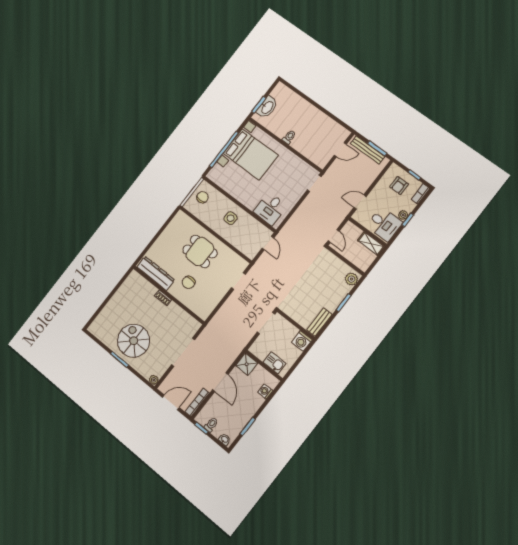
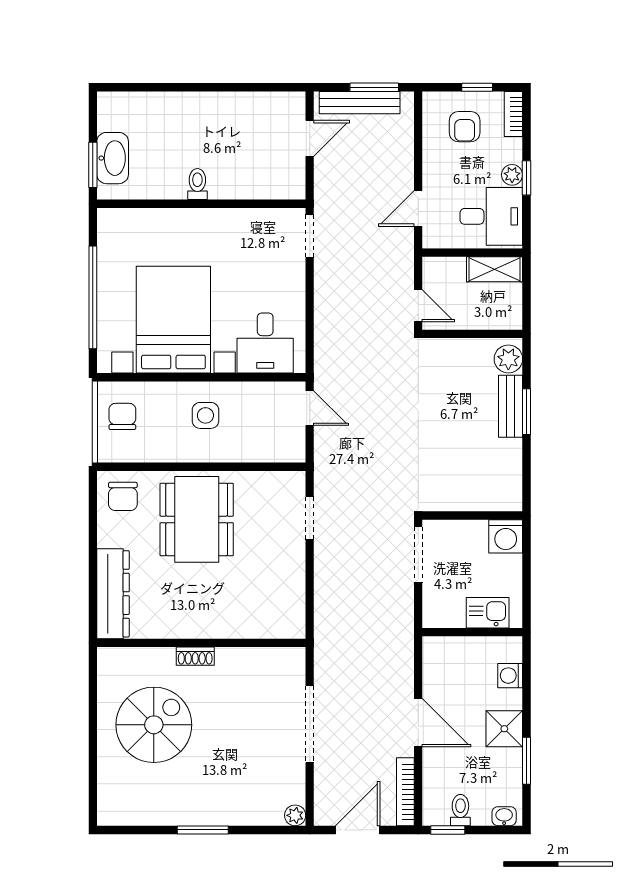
bed with nightstands: (251, 154) -> (173, 320), moved, turned -90
dining table: (200, 251) -> (197, 519), width x1.38
dresser: (156, 273) -> (113, 594), moved, turned 90
chair: (189, 282) -> (123, 496), moved
bench: (319, 322) -> (511, 406), moved
spiral stairs: (134, 341) -> (154, 725), moved, turned 90
shower: (247, 364) -> (504, 729), moved

